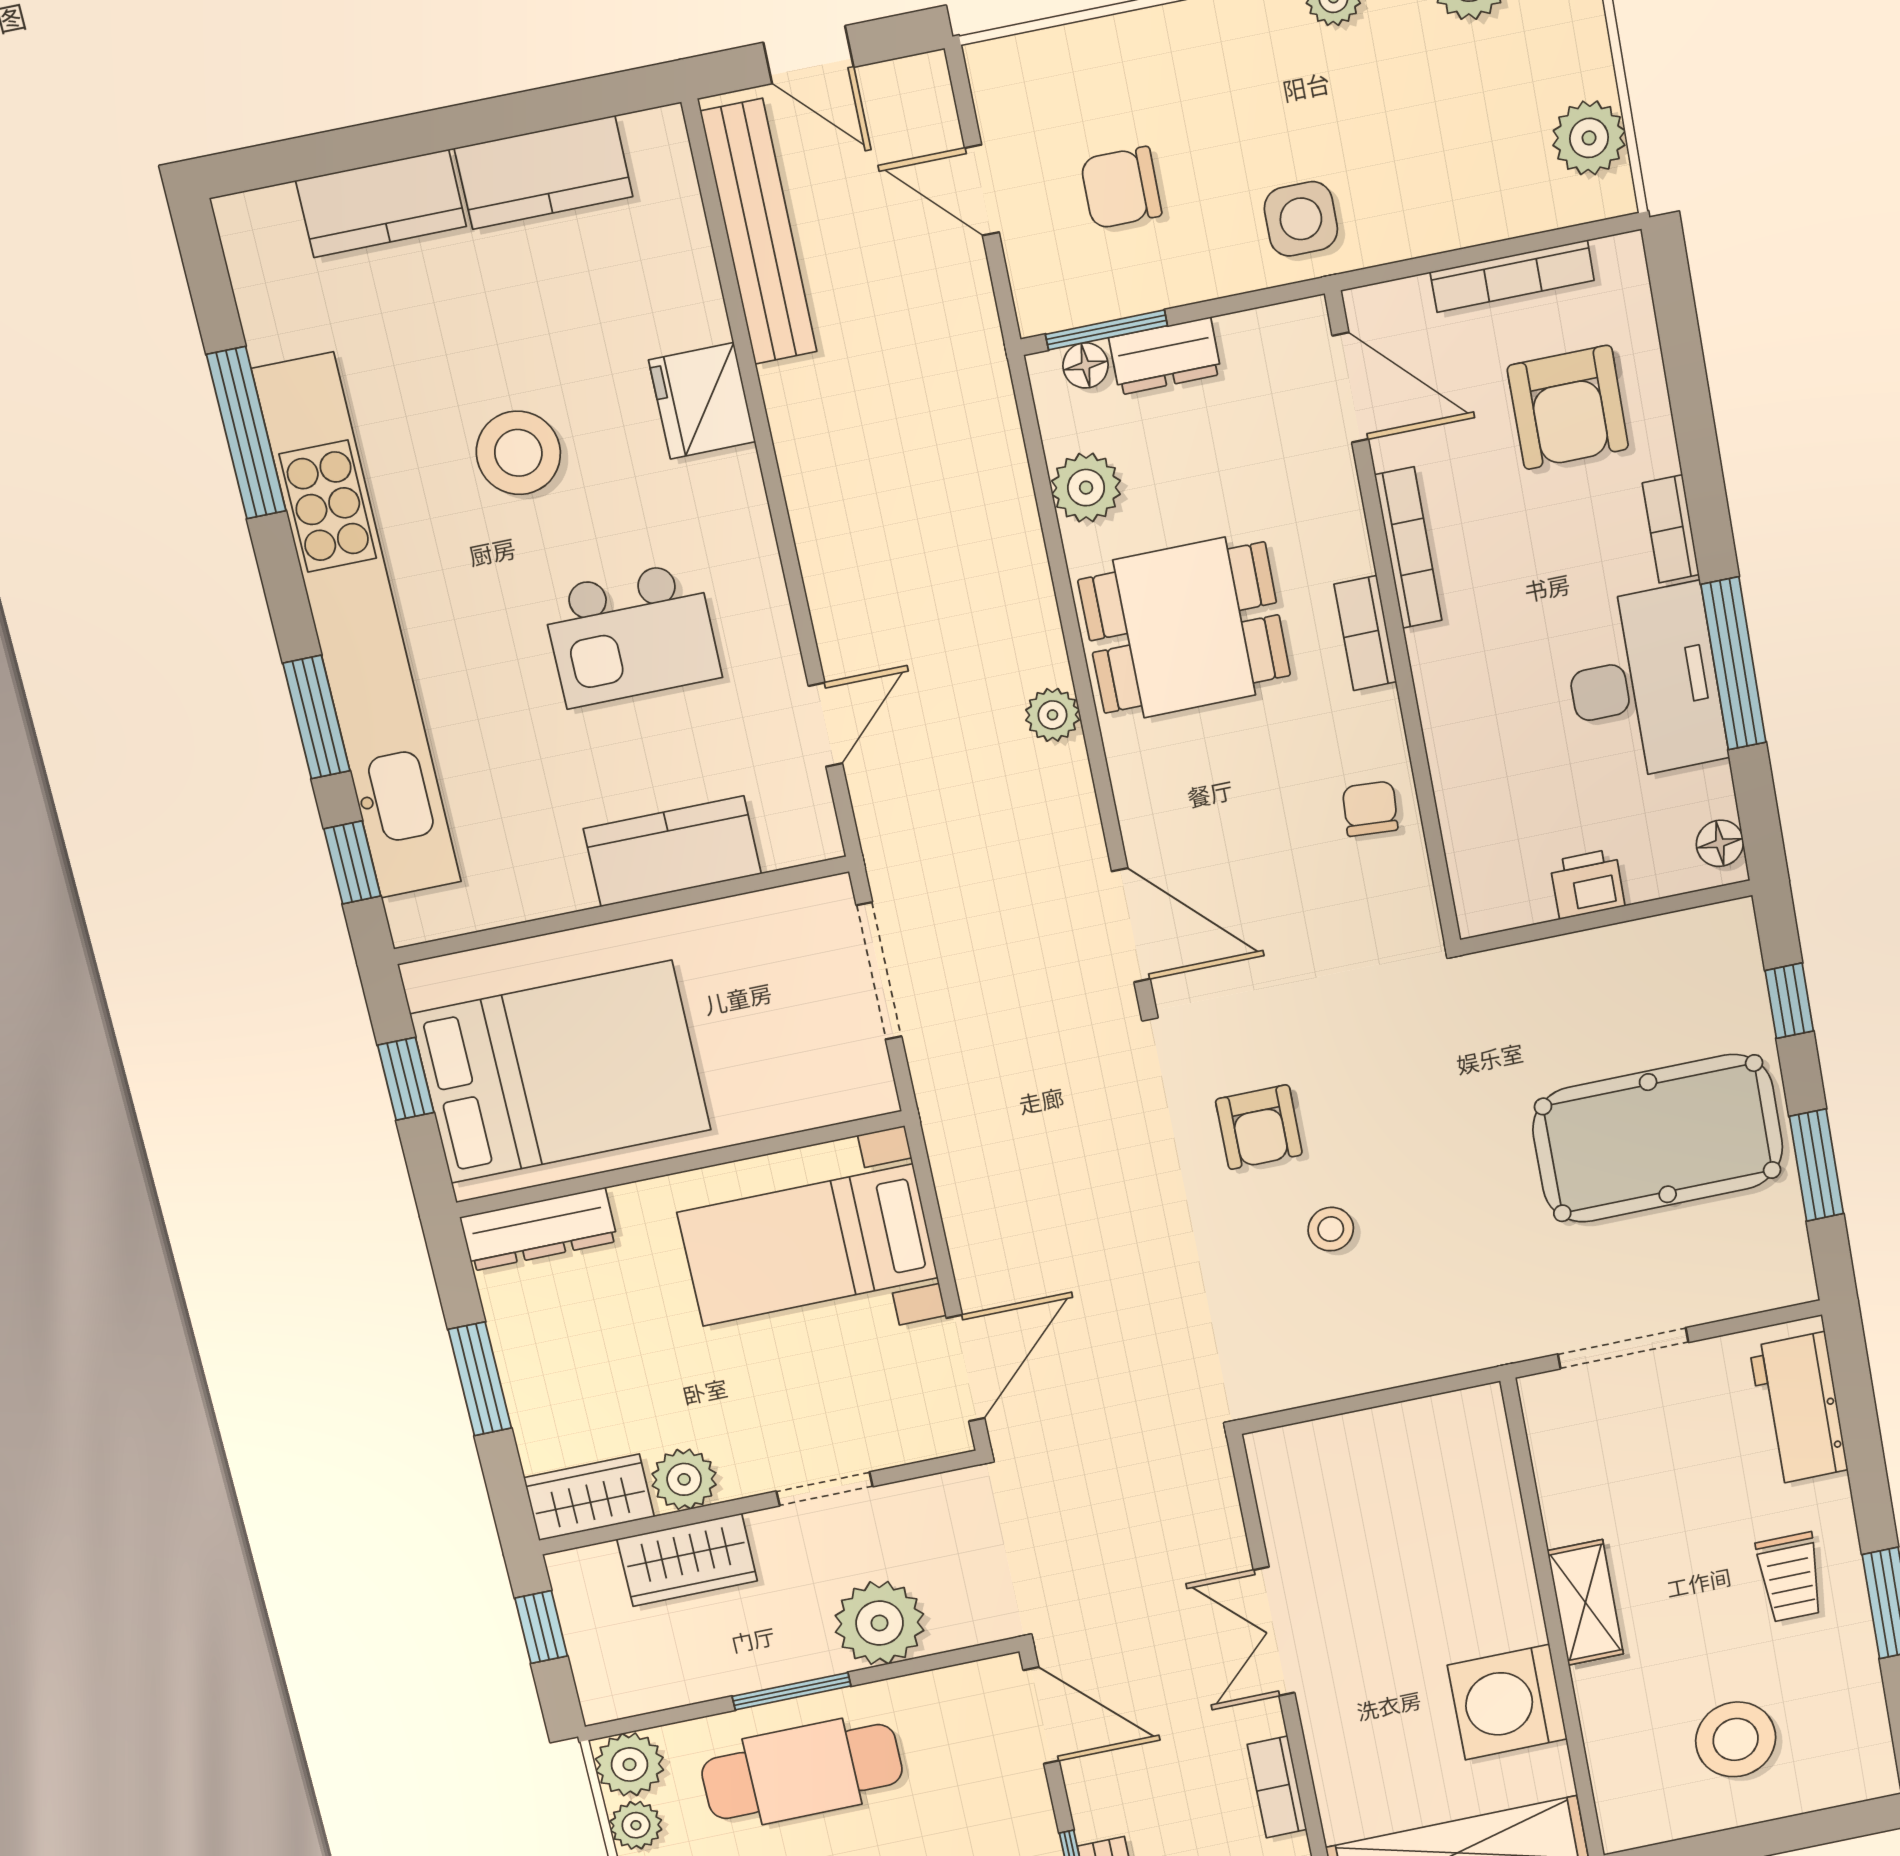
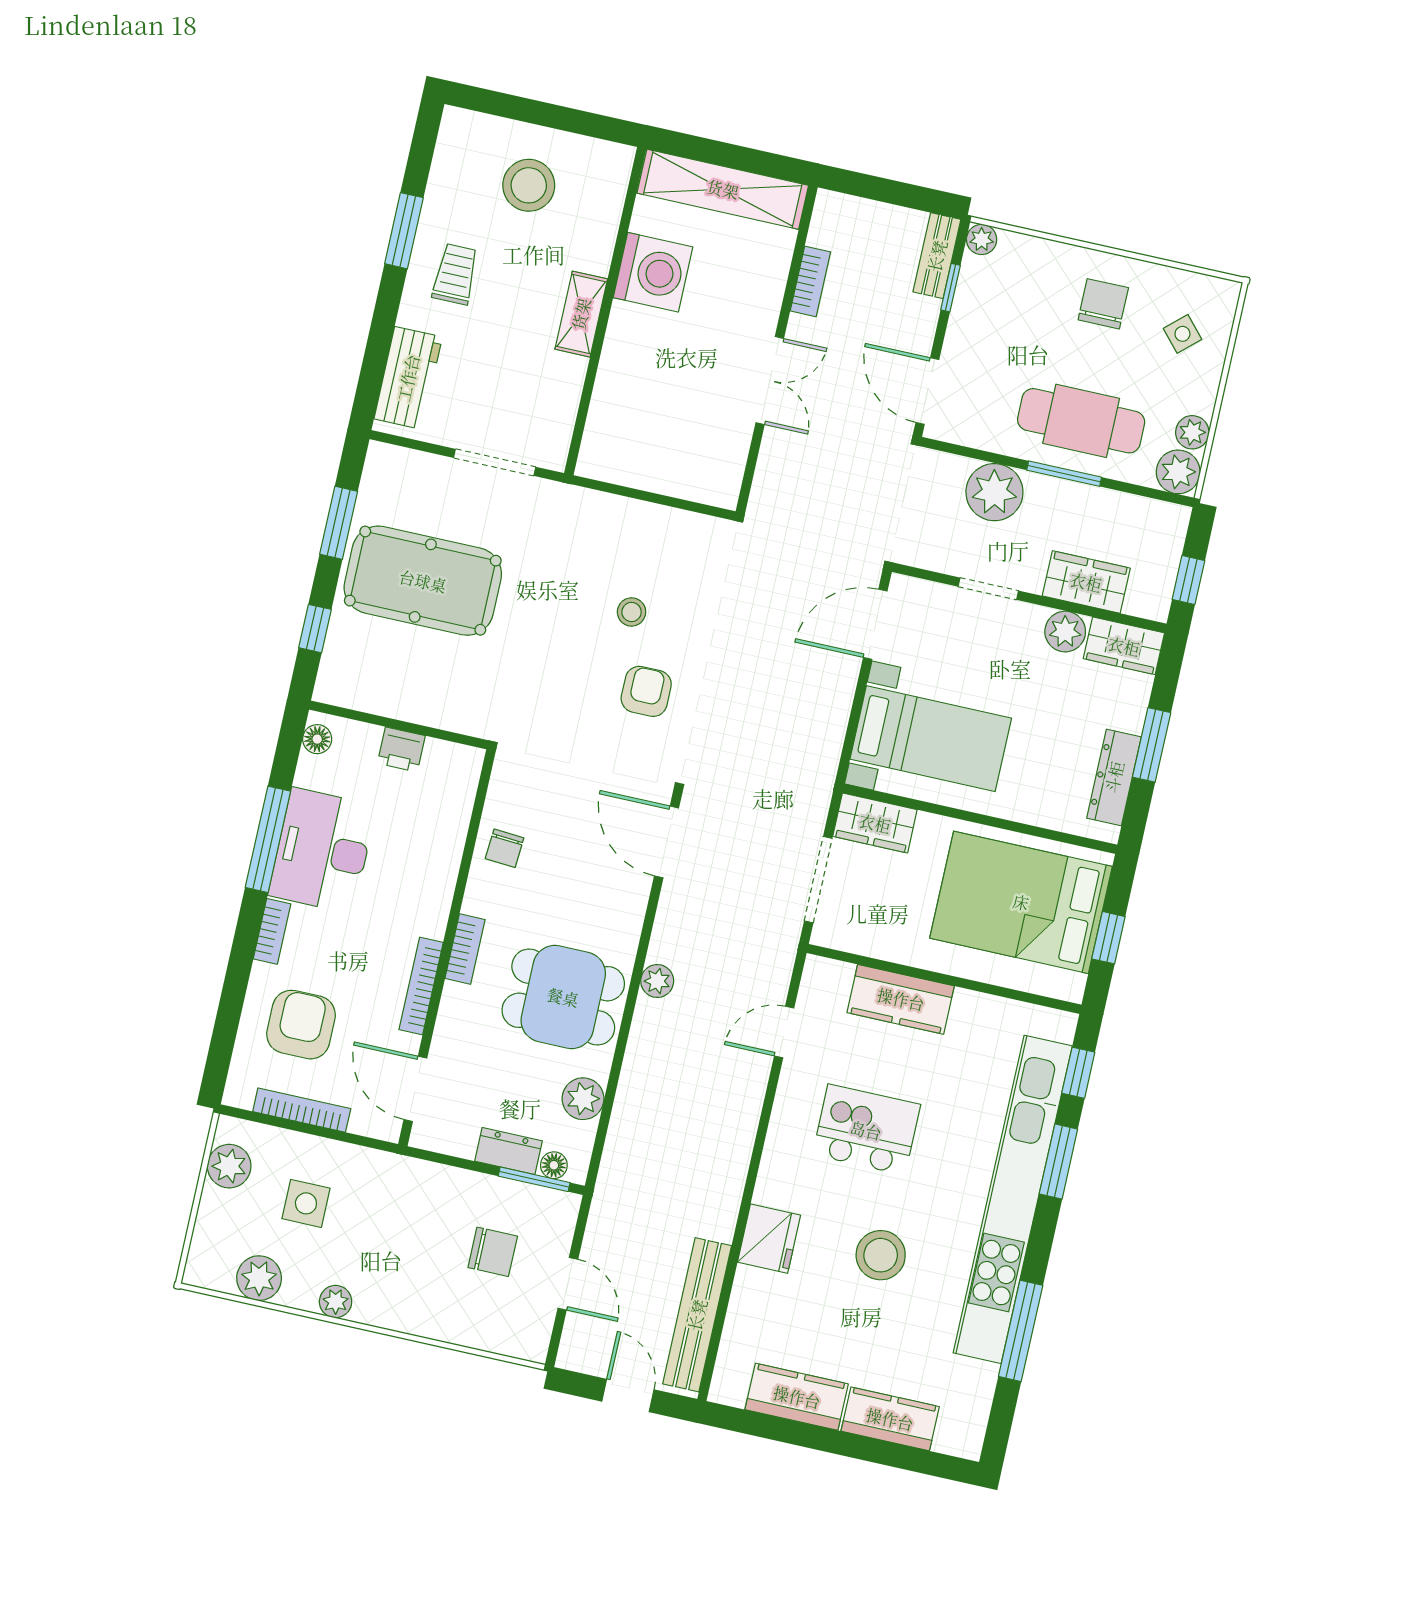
side table: (1301, 219) -> (306, 1203), moved
wardrobe: (833, 1090) -> (875, 823), added
dresser: (539, 1229) -> (1114, 777), moved, turned -90

